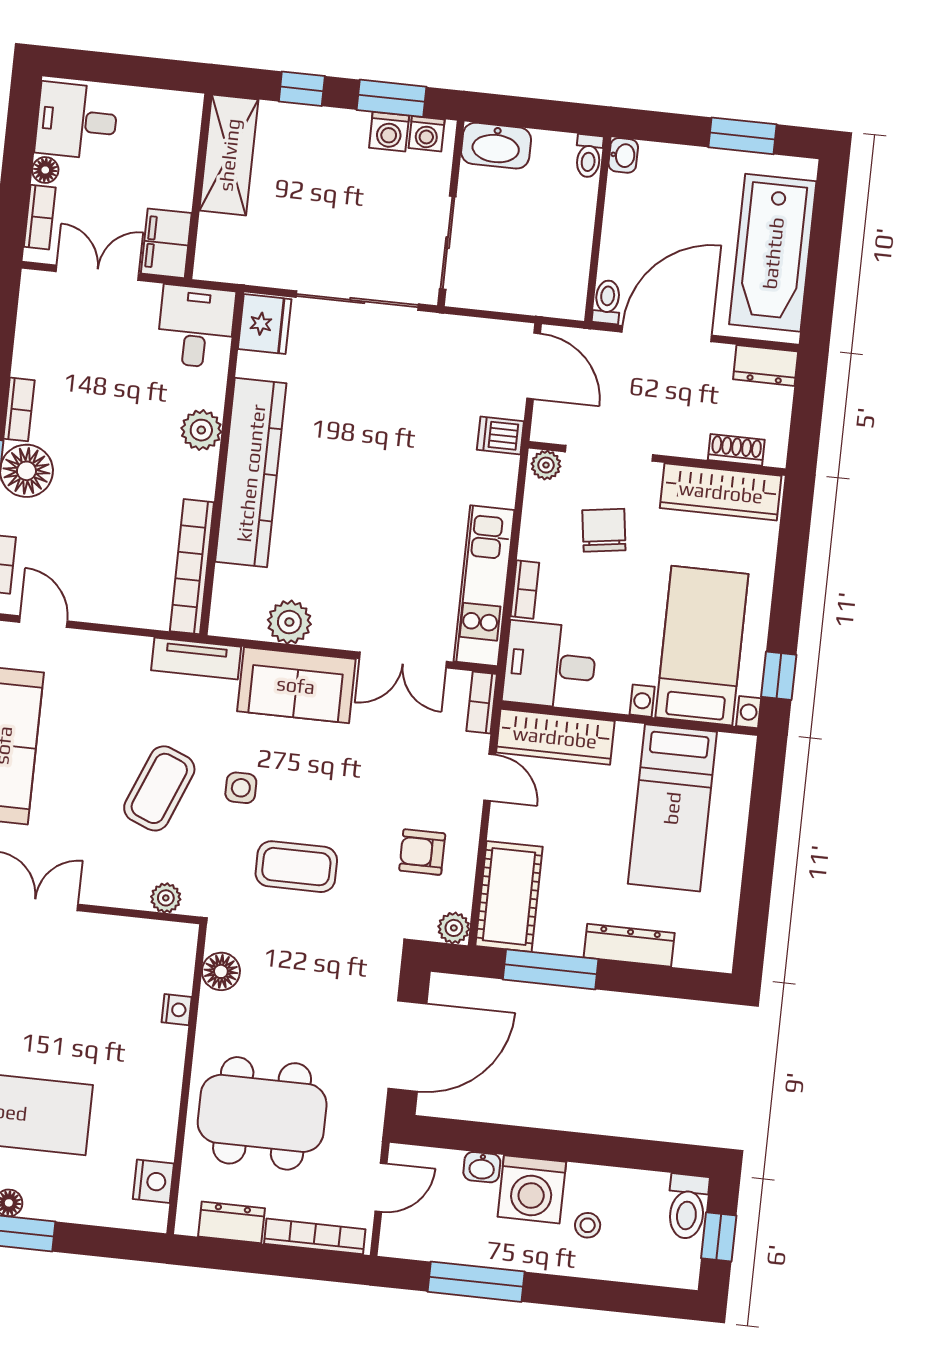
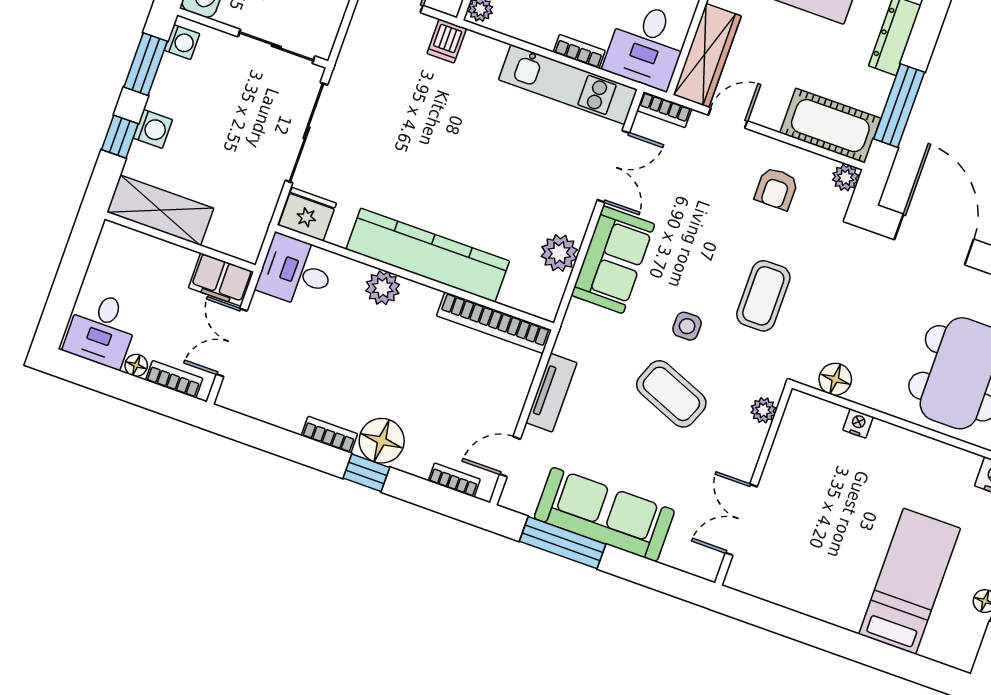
washing machine: (389, 132) -> (153, 129), moved
tv unit: (196, 658) -> (551, 393), moved

